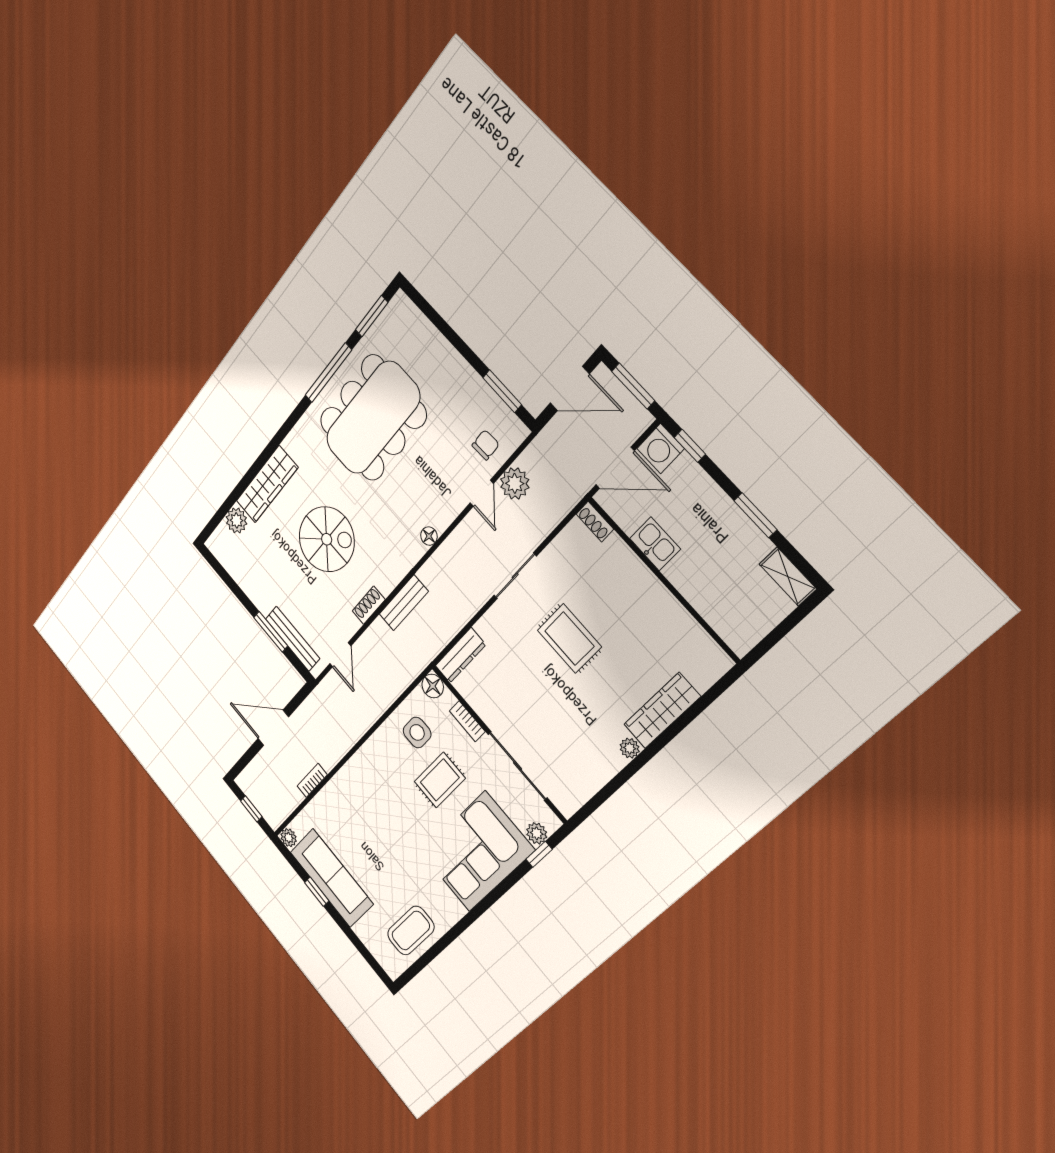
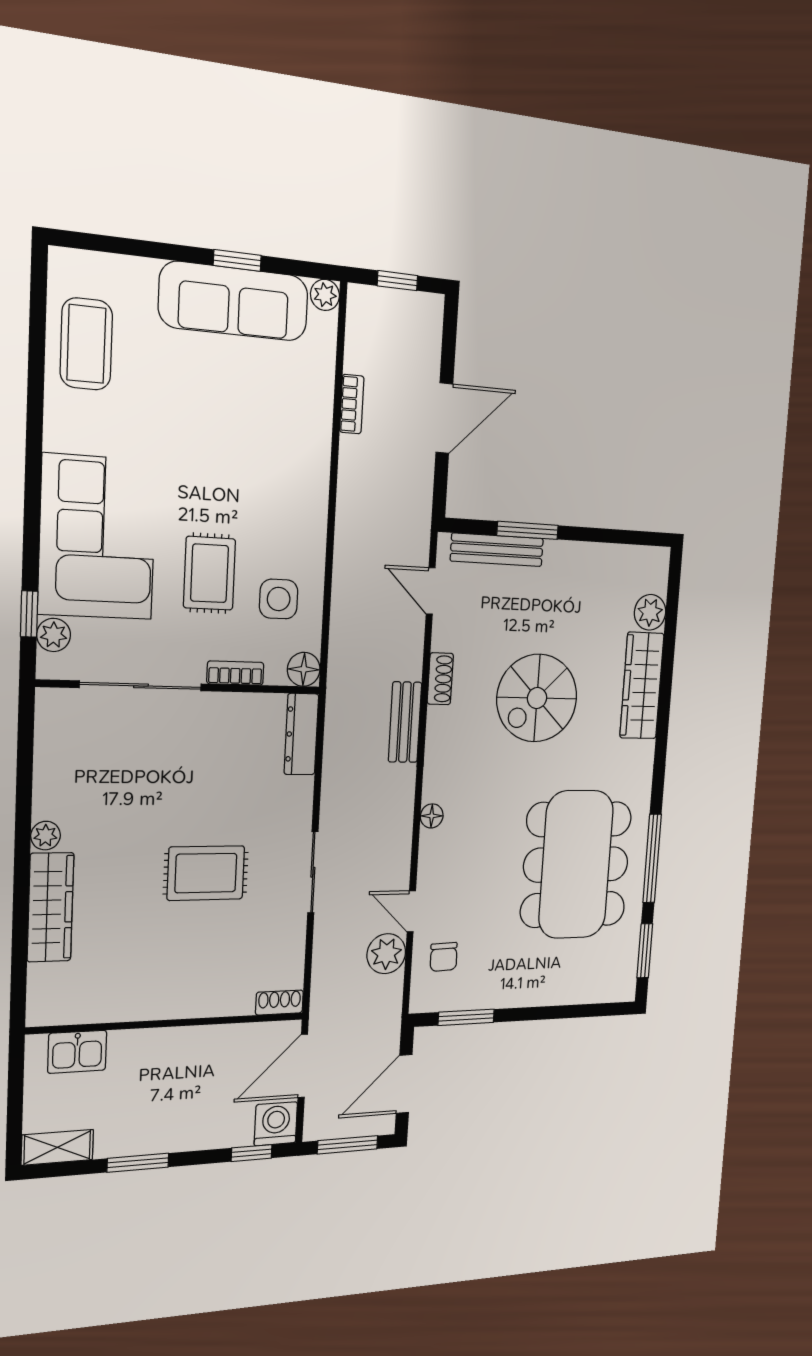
kitchen sink: (655, 544) -> (77, 1052), moved

